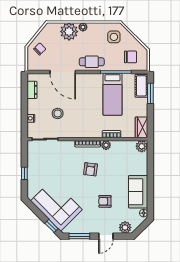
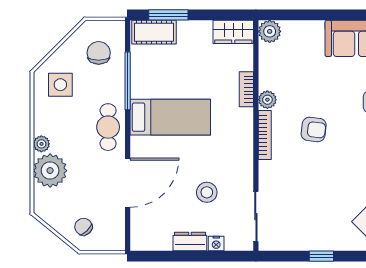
dresser: (32, 90) -> (190, 241), moved
bed: (112, 94) -> (170, 117), moved

